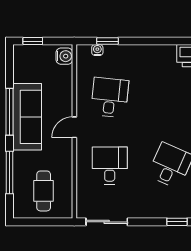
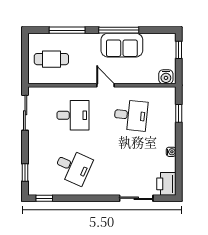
water cooler: (97, 50) -> (171, 152), moved
sofa: (27, 117) -> (122, 45), width x0.73

